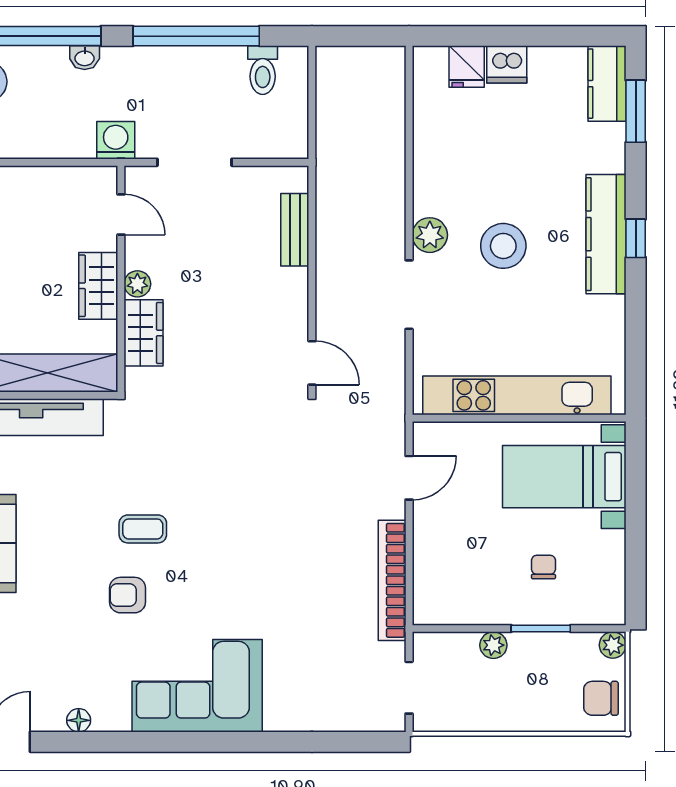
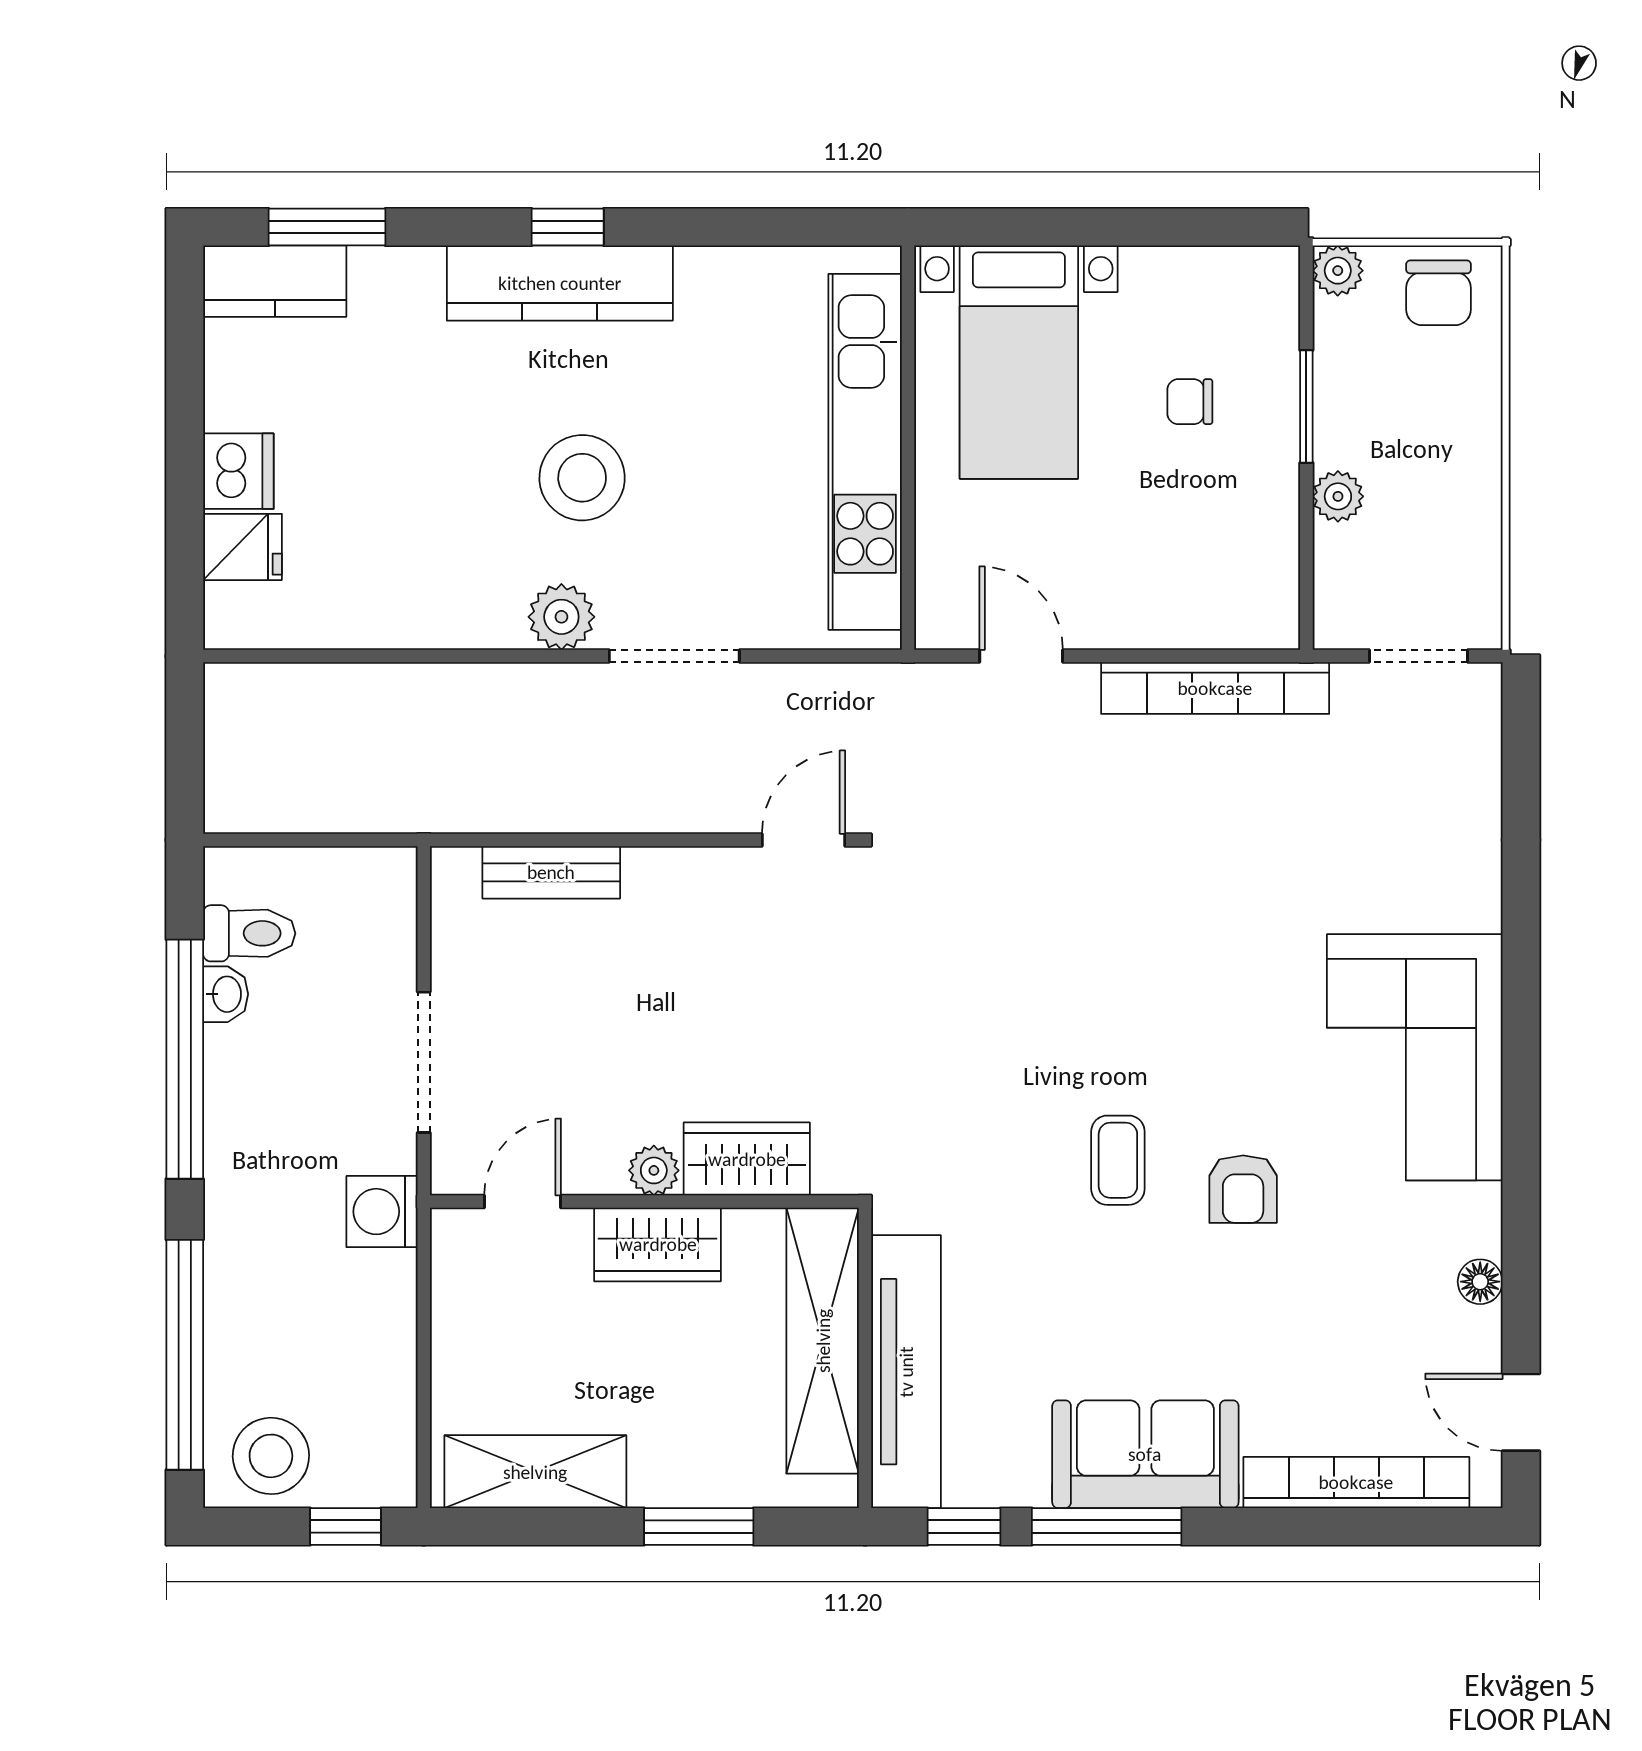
washbasin: (85, 58) -> (226, 994), moved

